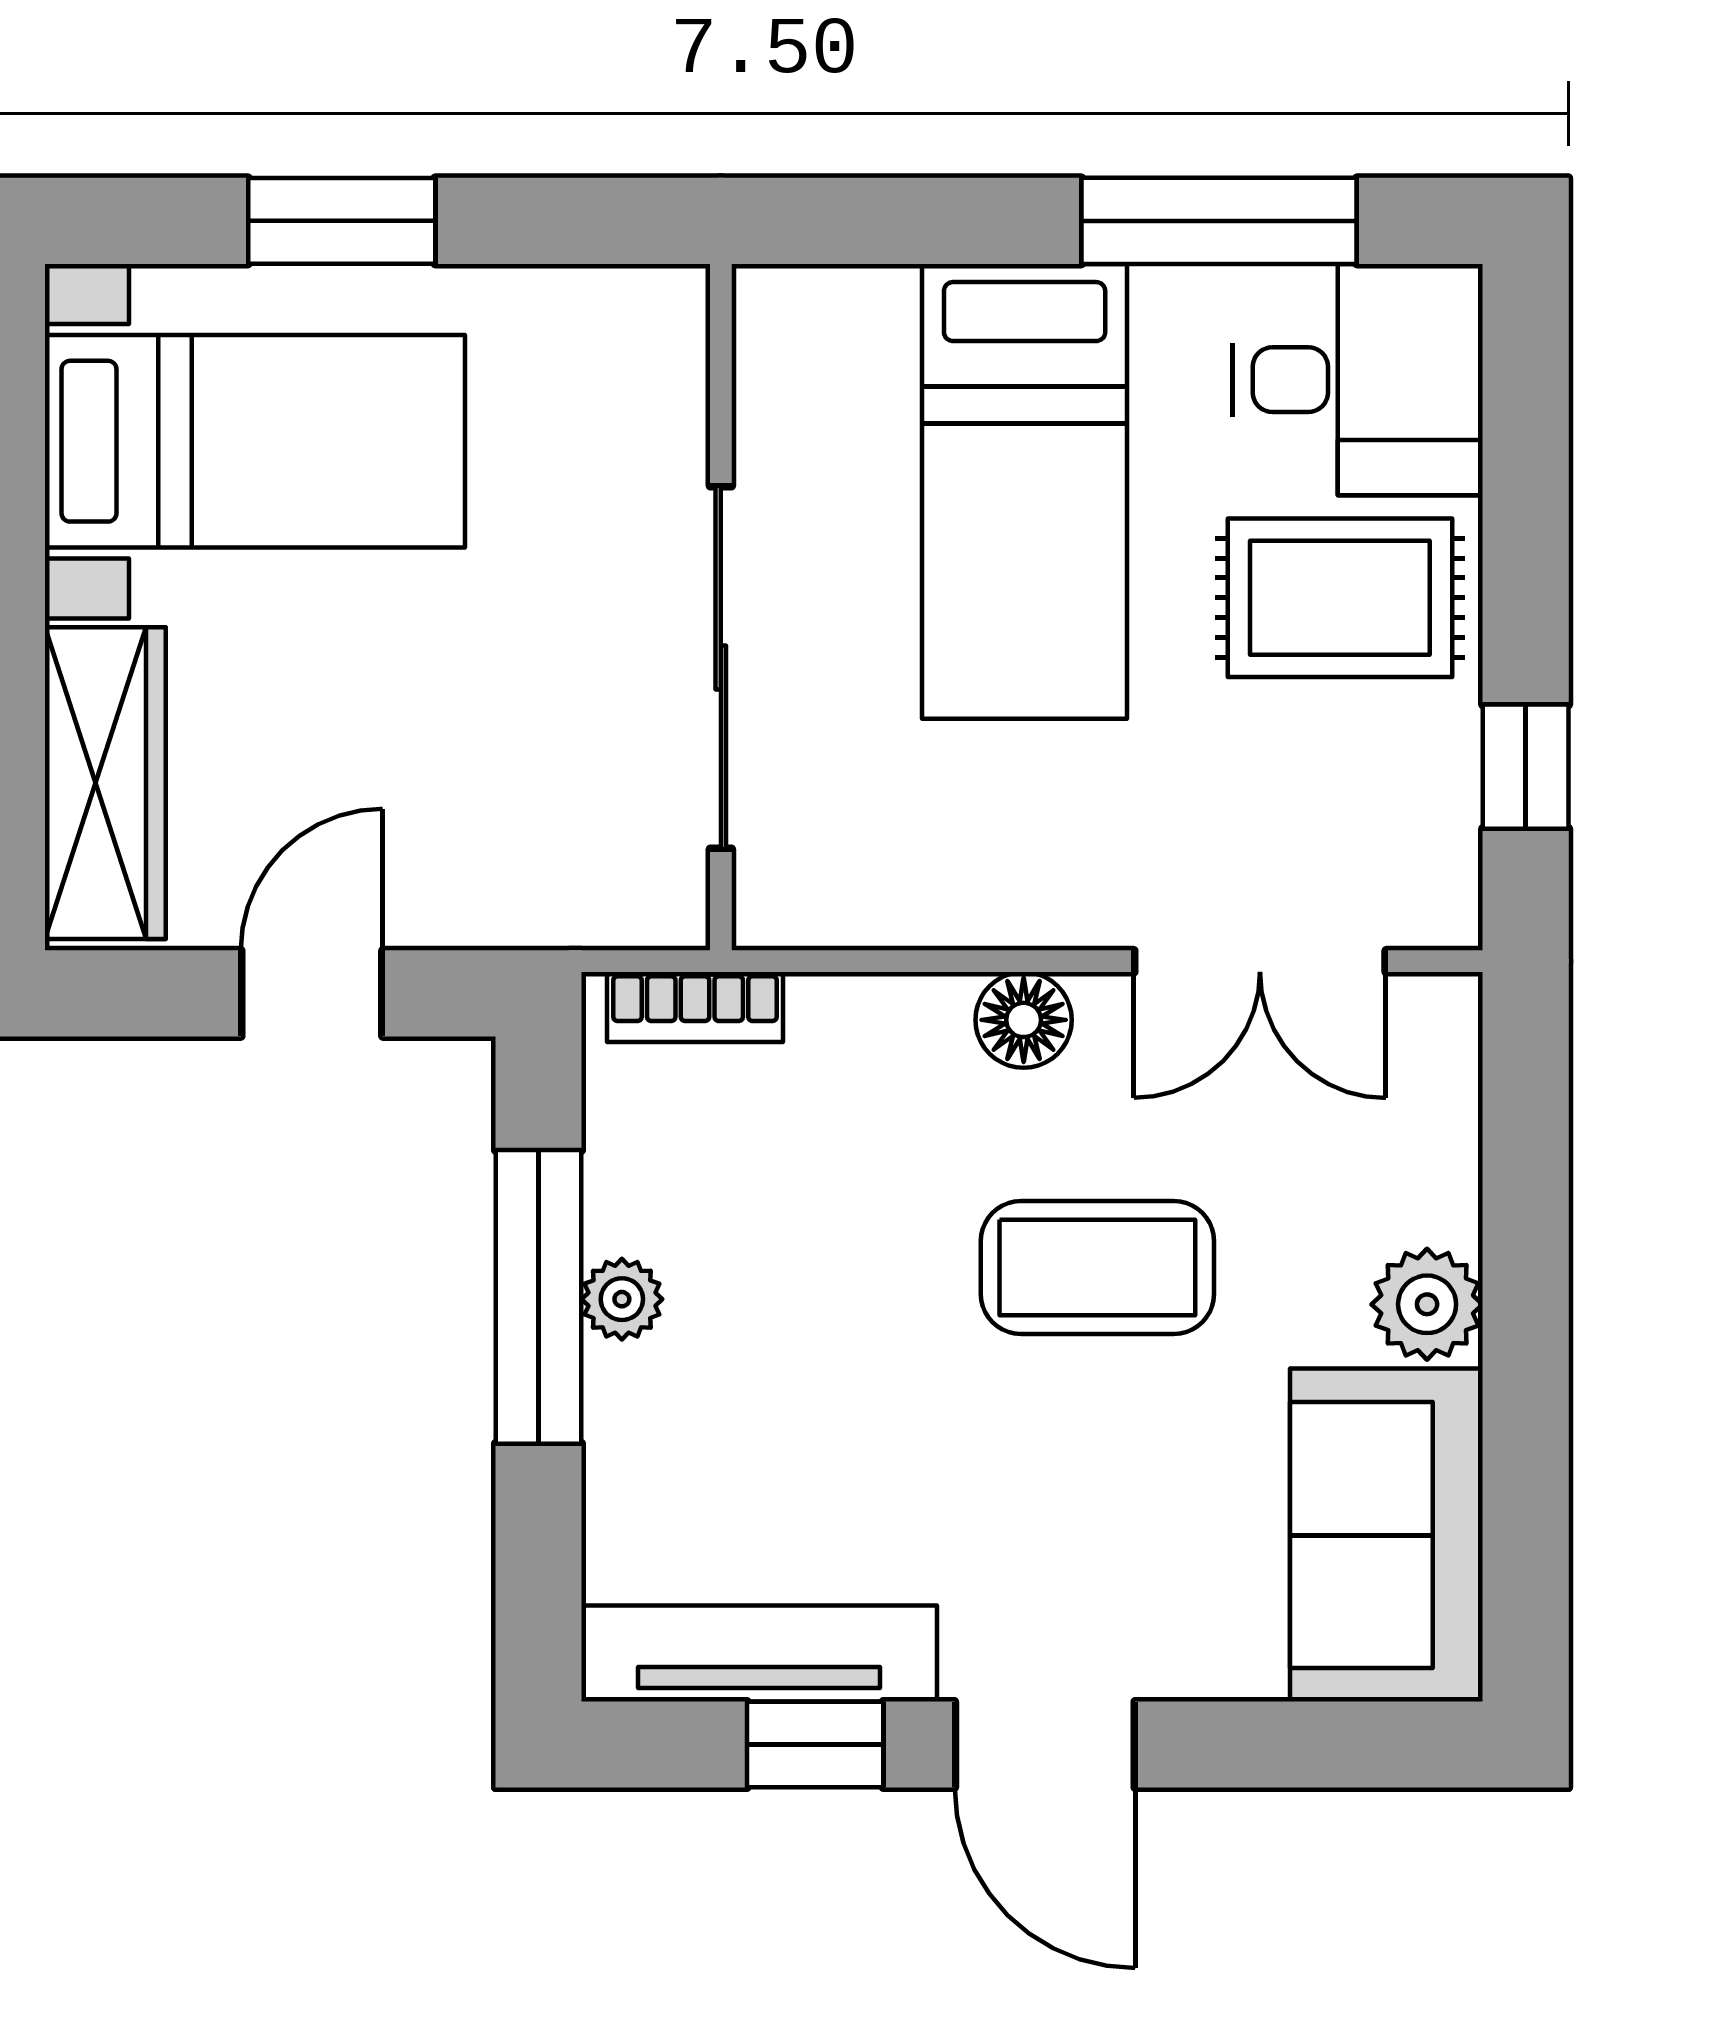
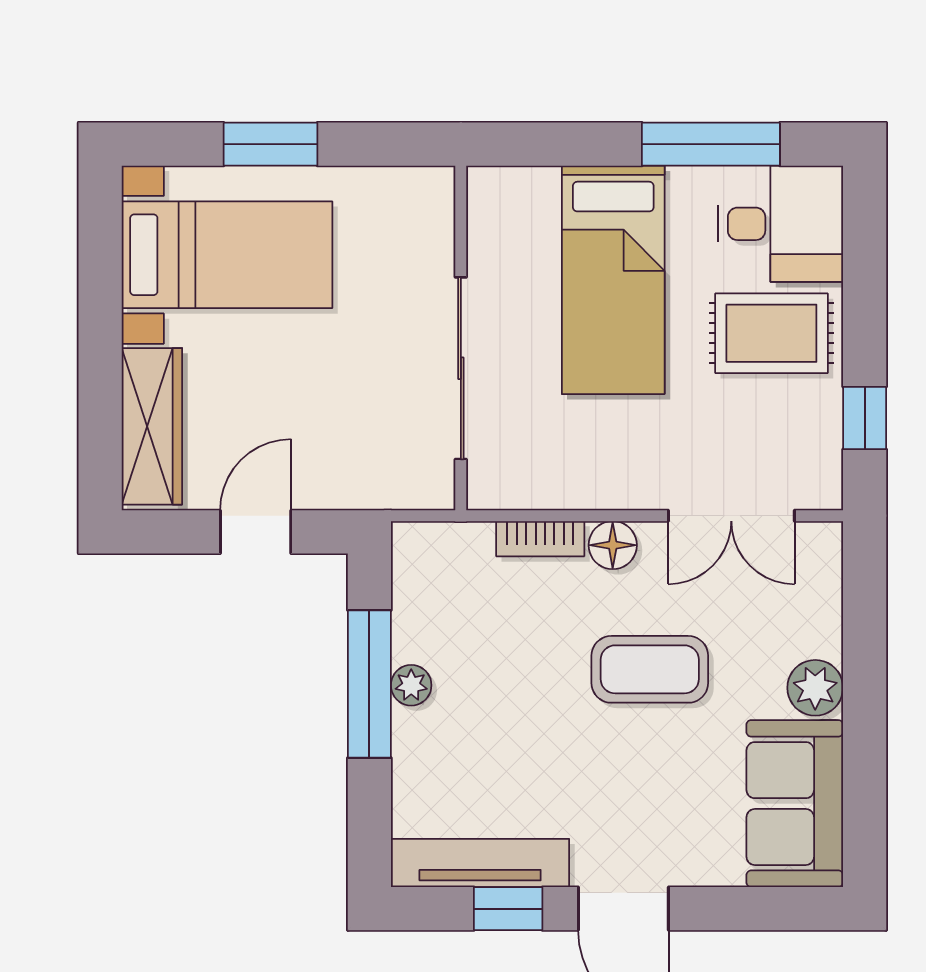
bookcase: (695, 1007) -> (540, 539), moved

